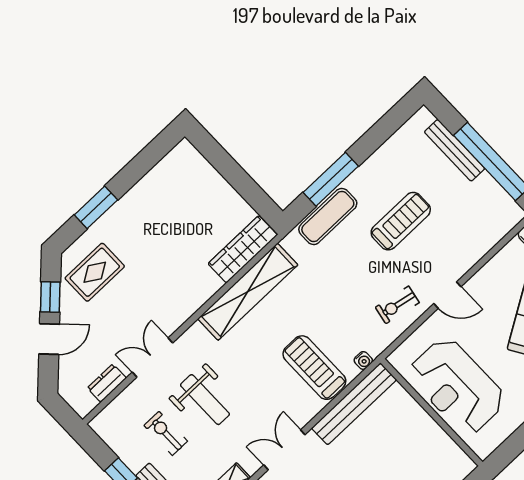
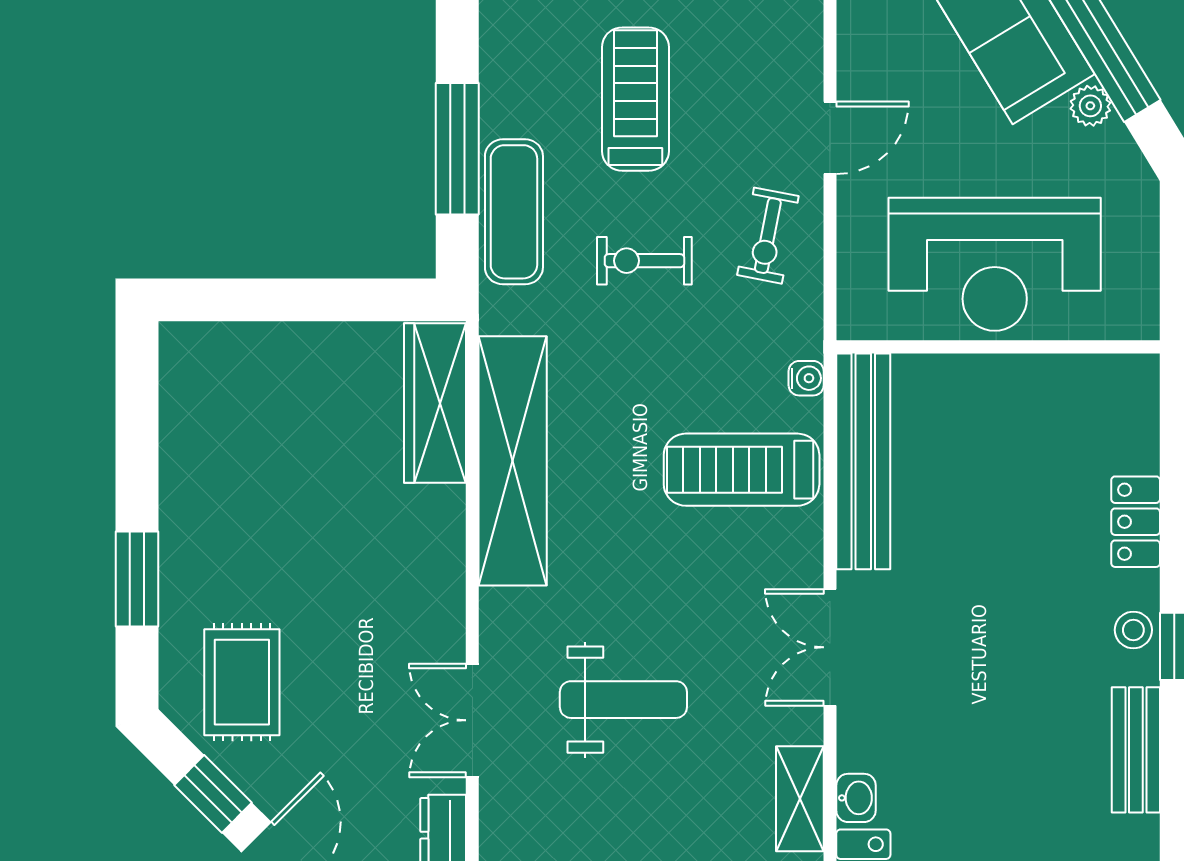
exercise bike: (166, 433) -> (644, 261), moved

